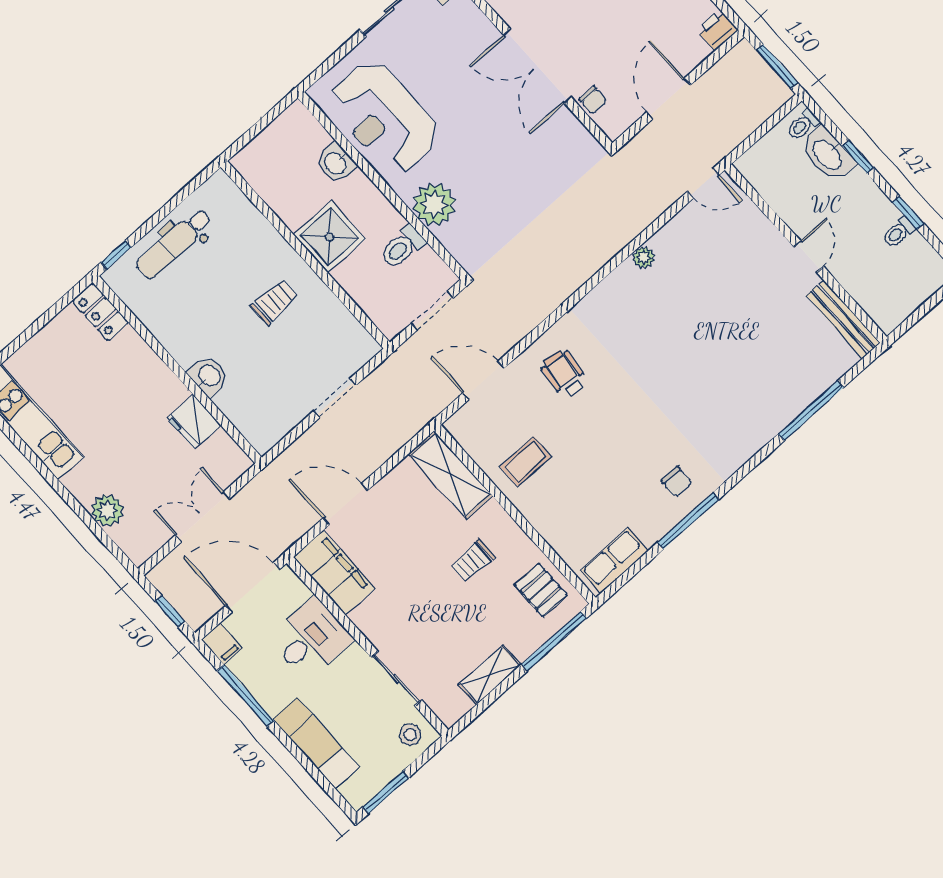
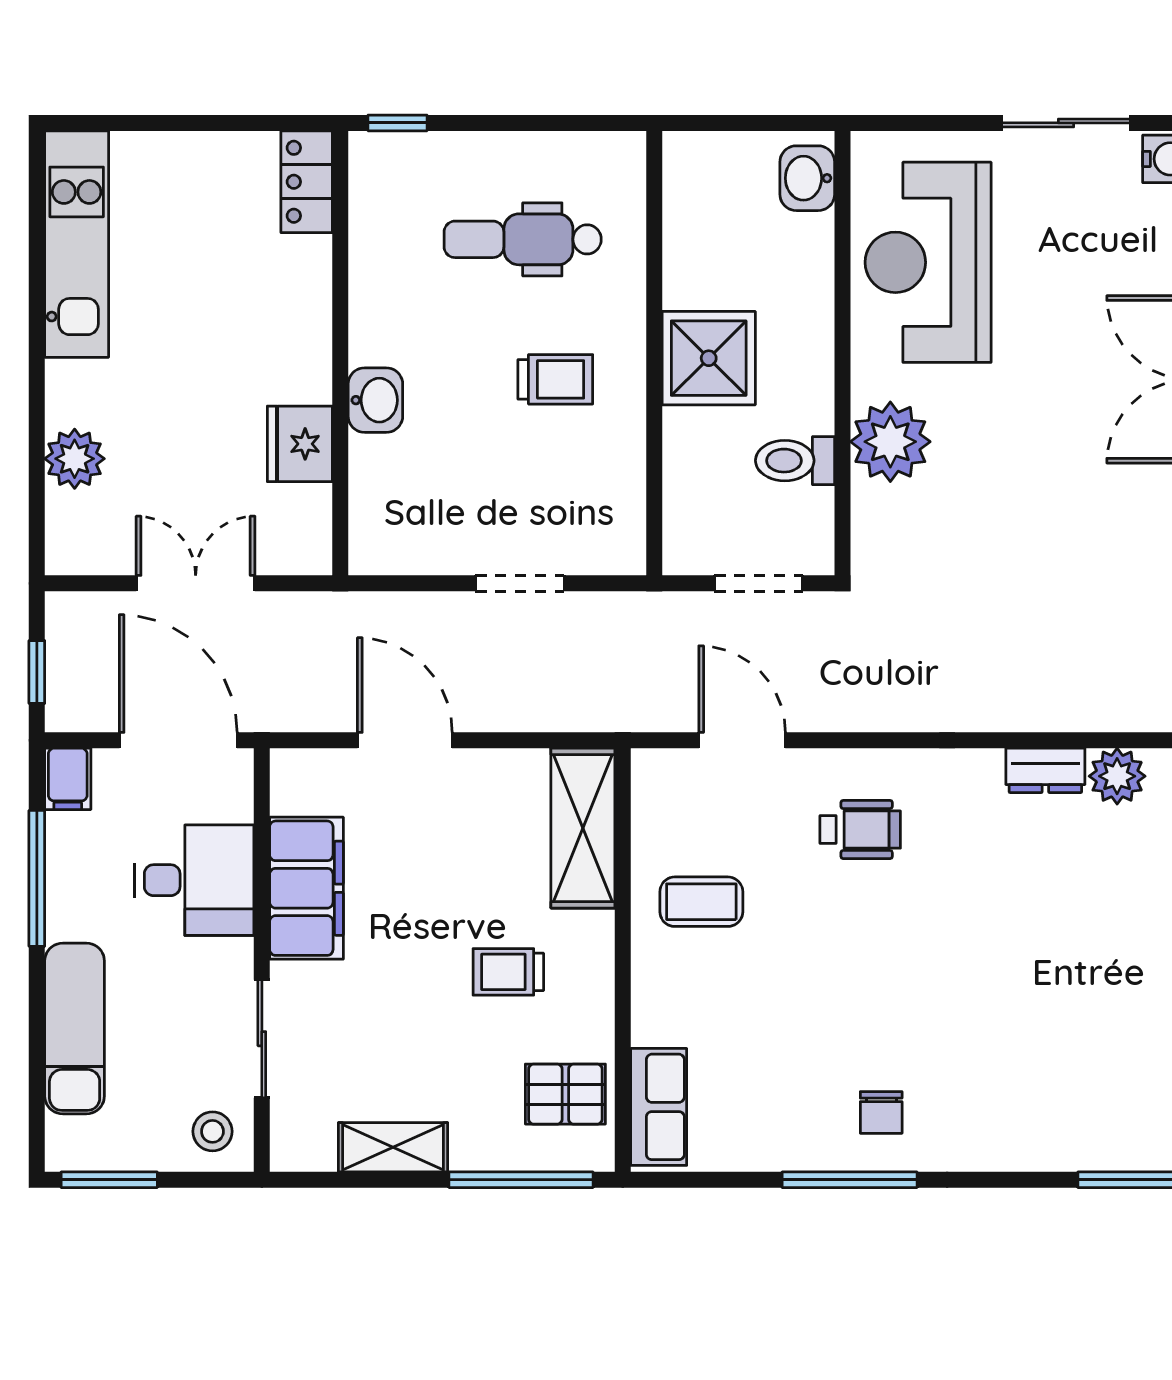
washbasin: (336, 163) -> (807, 178), moved
dental chair: (174, 244) -> (523, 239), moved
plant: (644, 258) -> (1117, 776), width x1.38, depth x1.38
dresser: (618, 282) -> (1045, 770), added
wheelchair: (564, 374) -> (860, 830), turned 83
row of seats: (614, 561) -> (659, 1107), moved, turned 90
filing cabinet: (334, 573) -> (306, 888), moved
pallet: (541, 590) -> (565, 1094), turned 90

